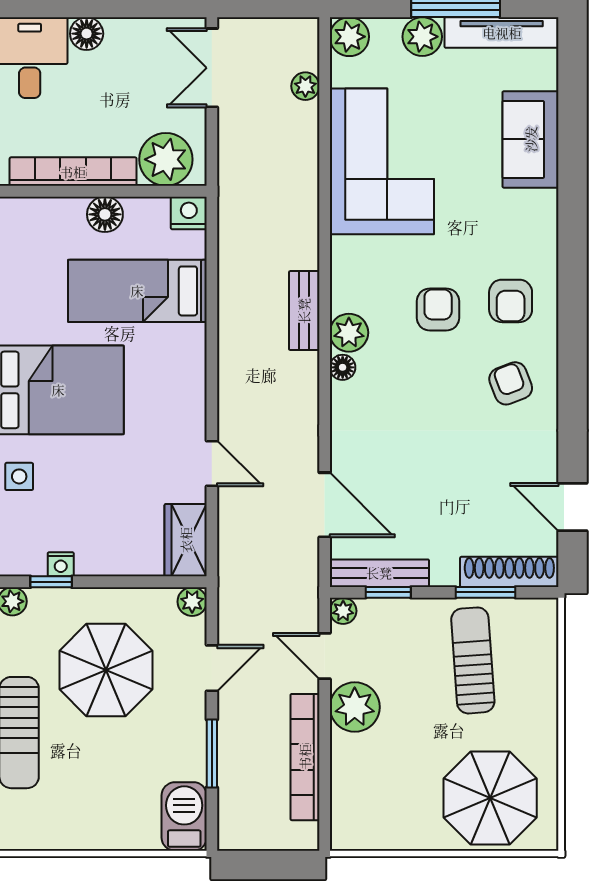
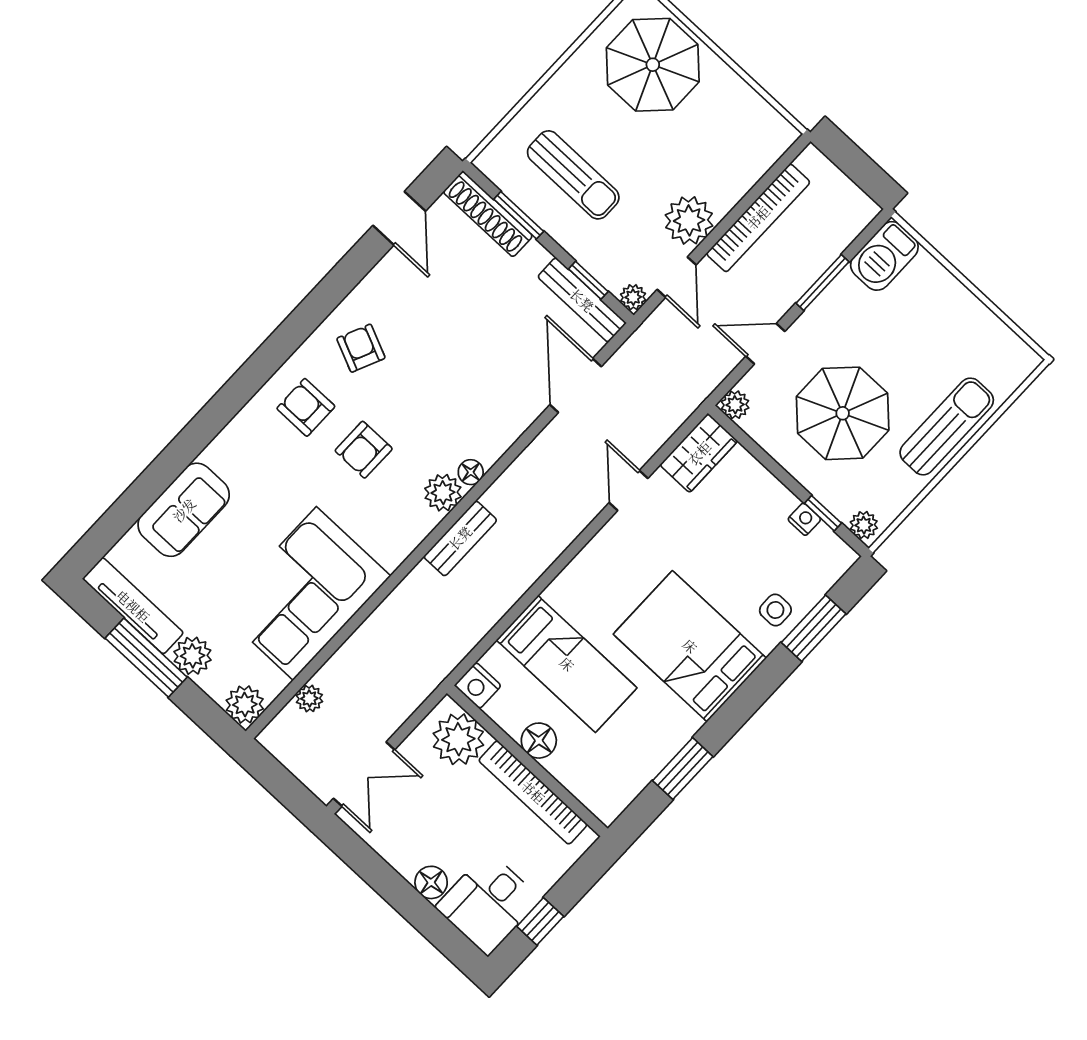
armchair: (511, 301) -> (306, 407), turned -90
armchair: (511, 383) -> (361, 348), turned 135
sun lounger: (473, 660) -> (573, 175), turned -86

